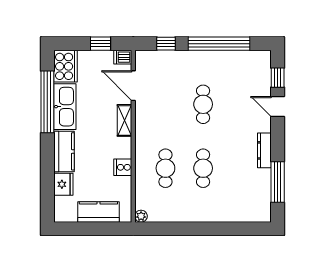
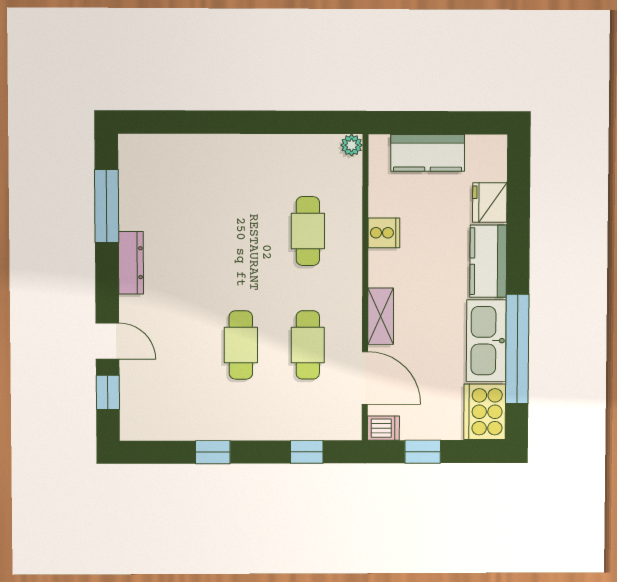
window: (219, 44) -> (213, 452), width x0.32
cafe table: (203, 168) -> (308, 345), moved

